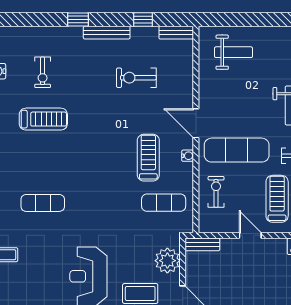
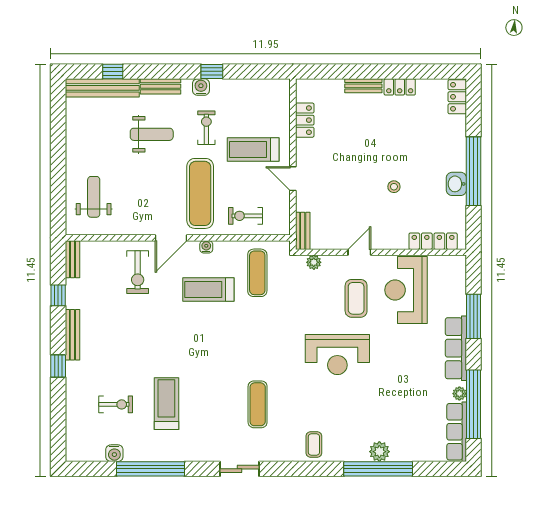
exercise bike: (136, 78) -> (138, 272), moved
door: (250, 235) -> (293, 179), hinge flipped
plant: (167, 261) -> (314, 262), width x0.53, depth x0.53

